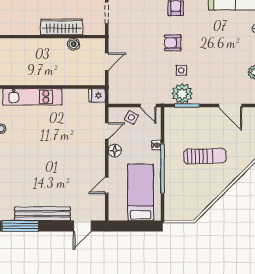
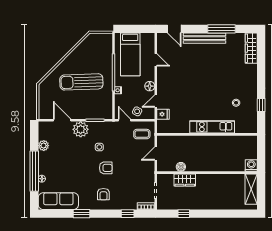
wardrobe: (62, 27) -> (185, 180), width x0.67
coffee table: (125, 87) -> (142, 134), added
plant: (182, 94) -> (81, 129), moved
fridge: (97, 95) -> (163, 114), moved
sun lounger: (205, 156) -> (81, 82), width x1.36, depth x1.34
door: (107, 185) -> (156, 60), hinge flipped
door: (82, 226) -> (174, 29), swing flipped

